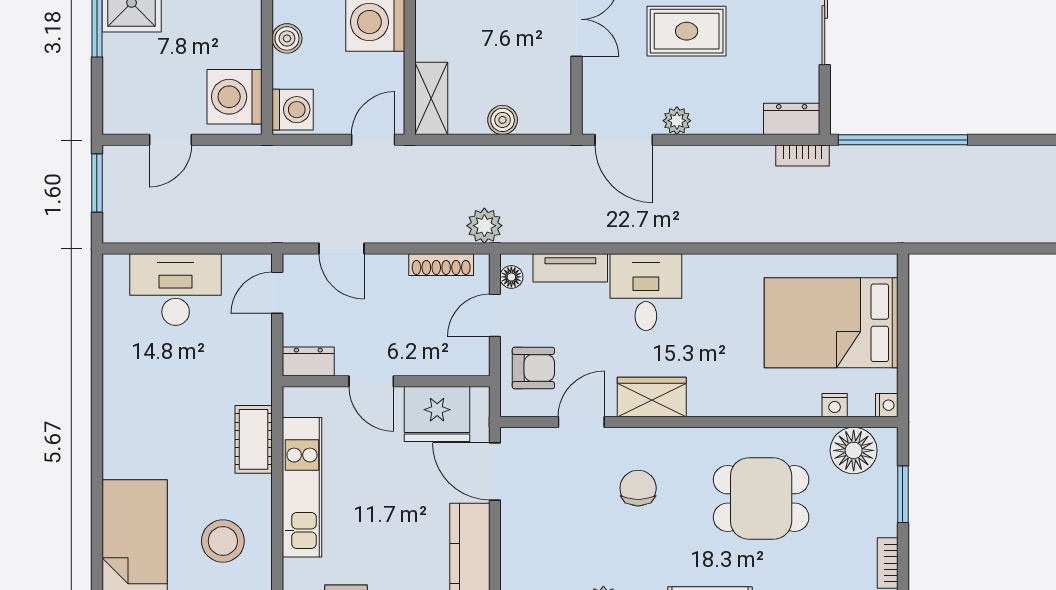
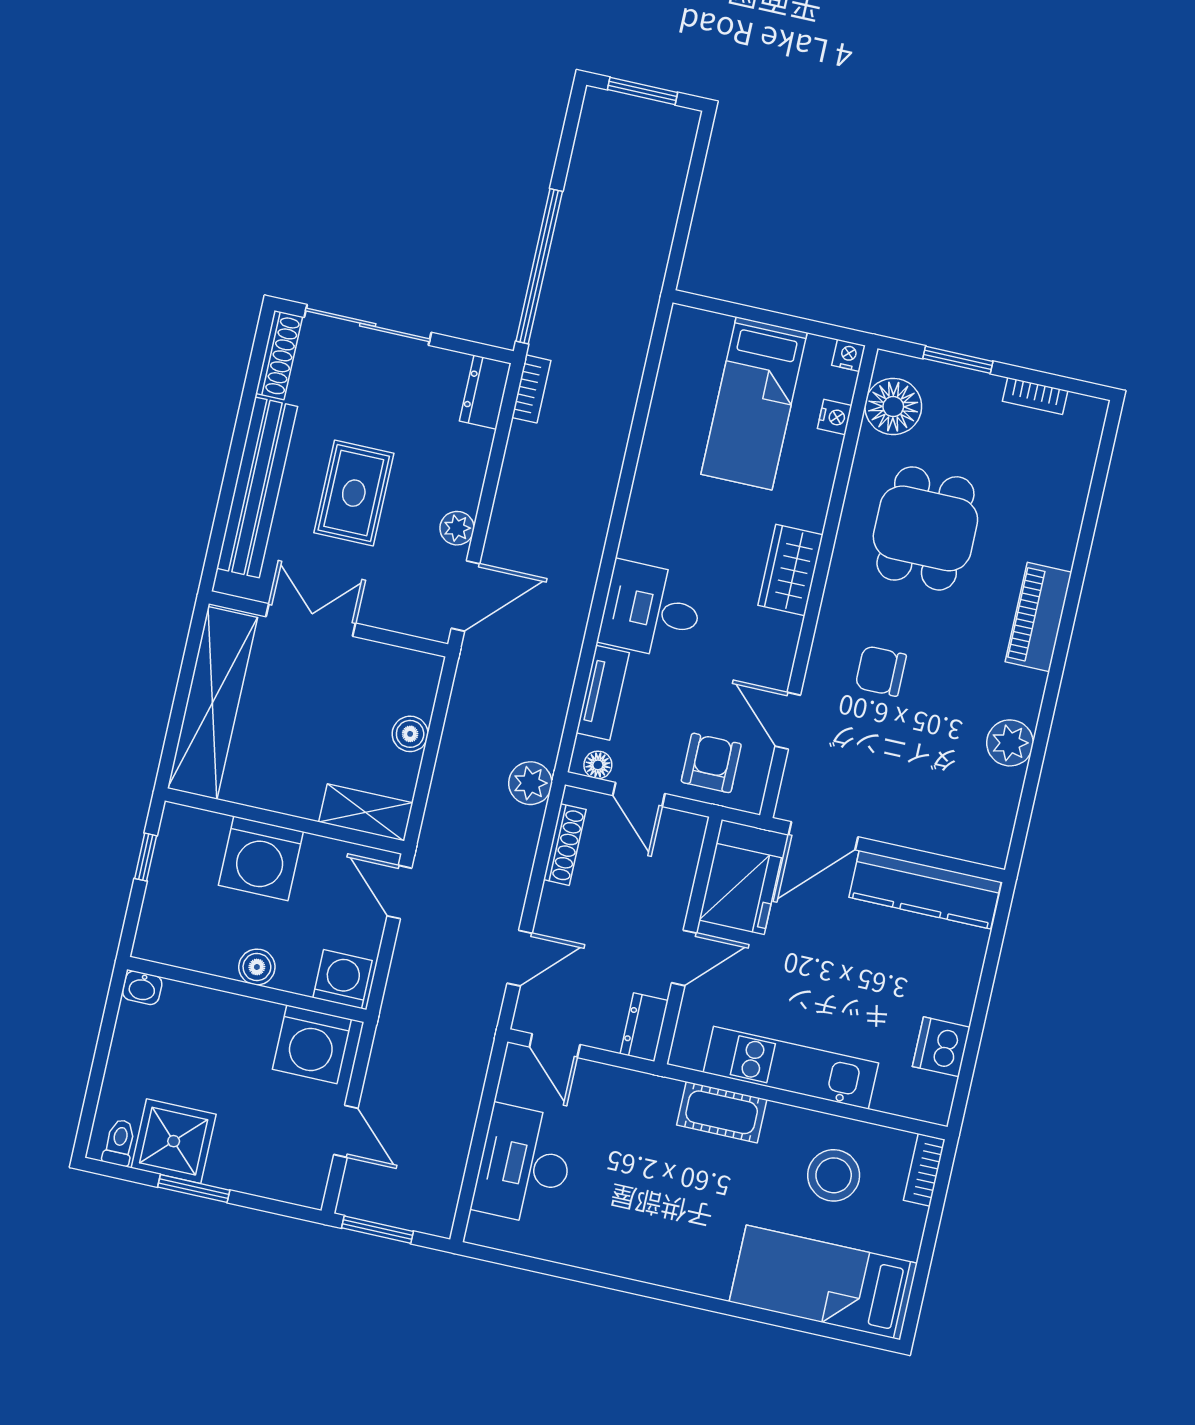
bed: (831, 323) -> (754, 403), width x0.67
wardrobe: (652, 397) -> (790, 570), moved

